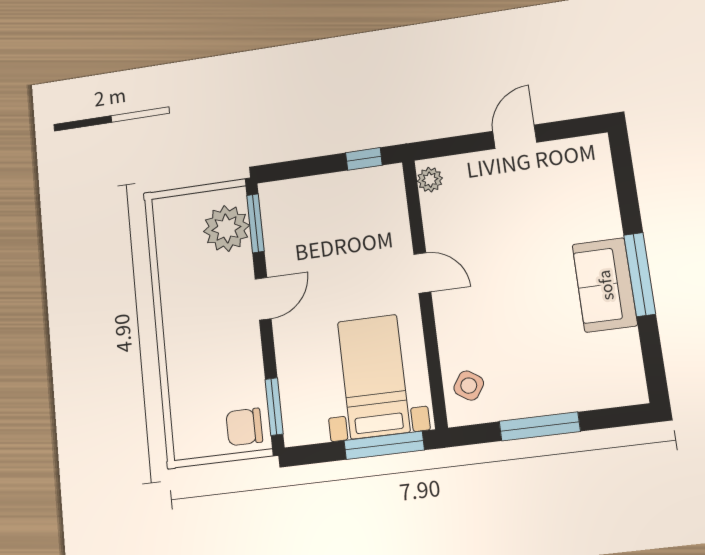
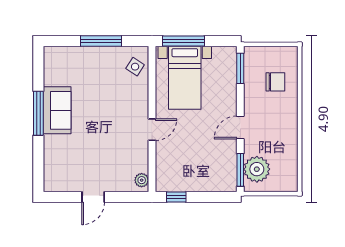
door: (422, 273) -> (152, 130), swing flipped
chair: (244, 427) -> (275, 82), moved

